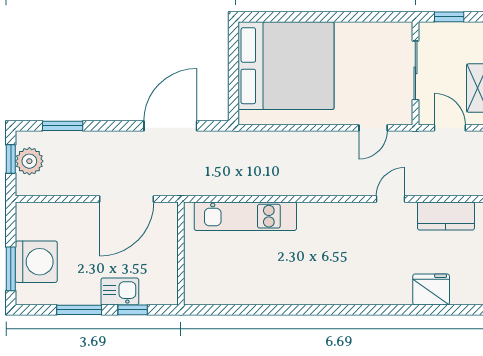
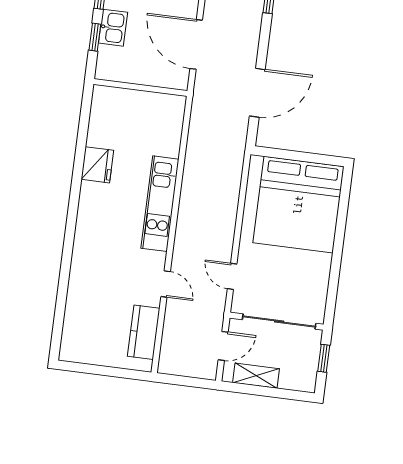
sliding door: (415, 70) -> (279, 322), width x1.37
door: (170, 126) -> (257, 93), hinge flipped
kitchen unit: (245, 216) -> (160, 204), moved
fridge: (431, 289) -> (97, 165), moved

